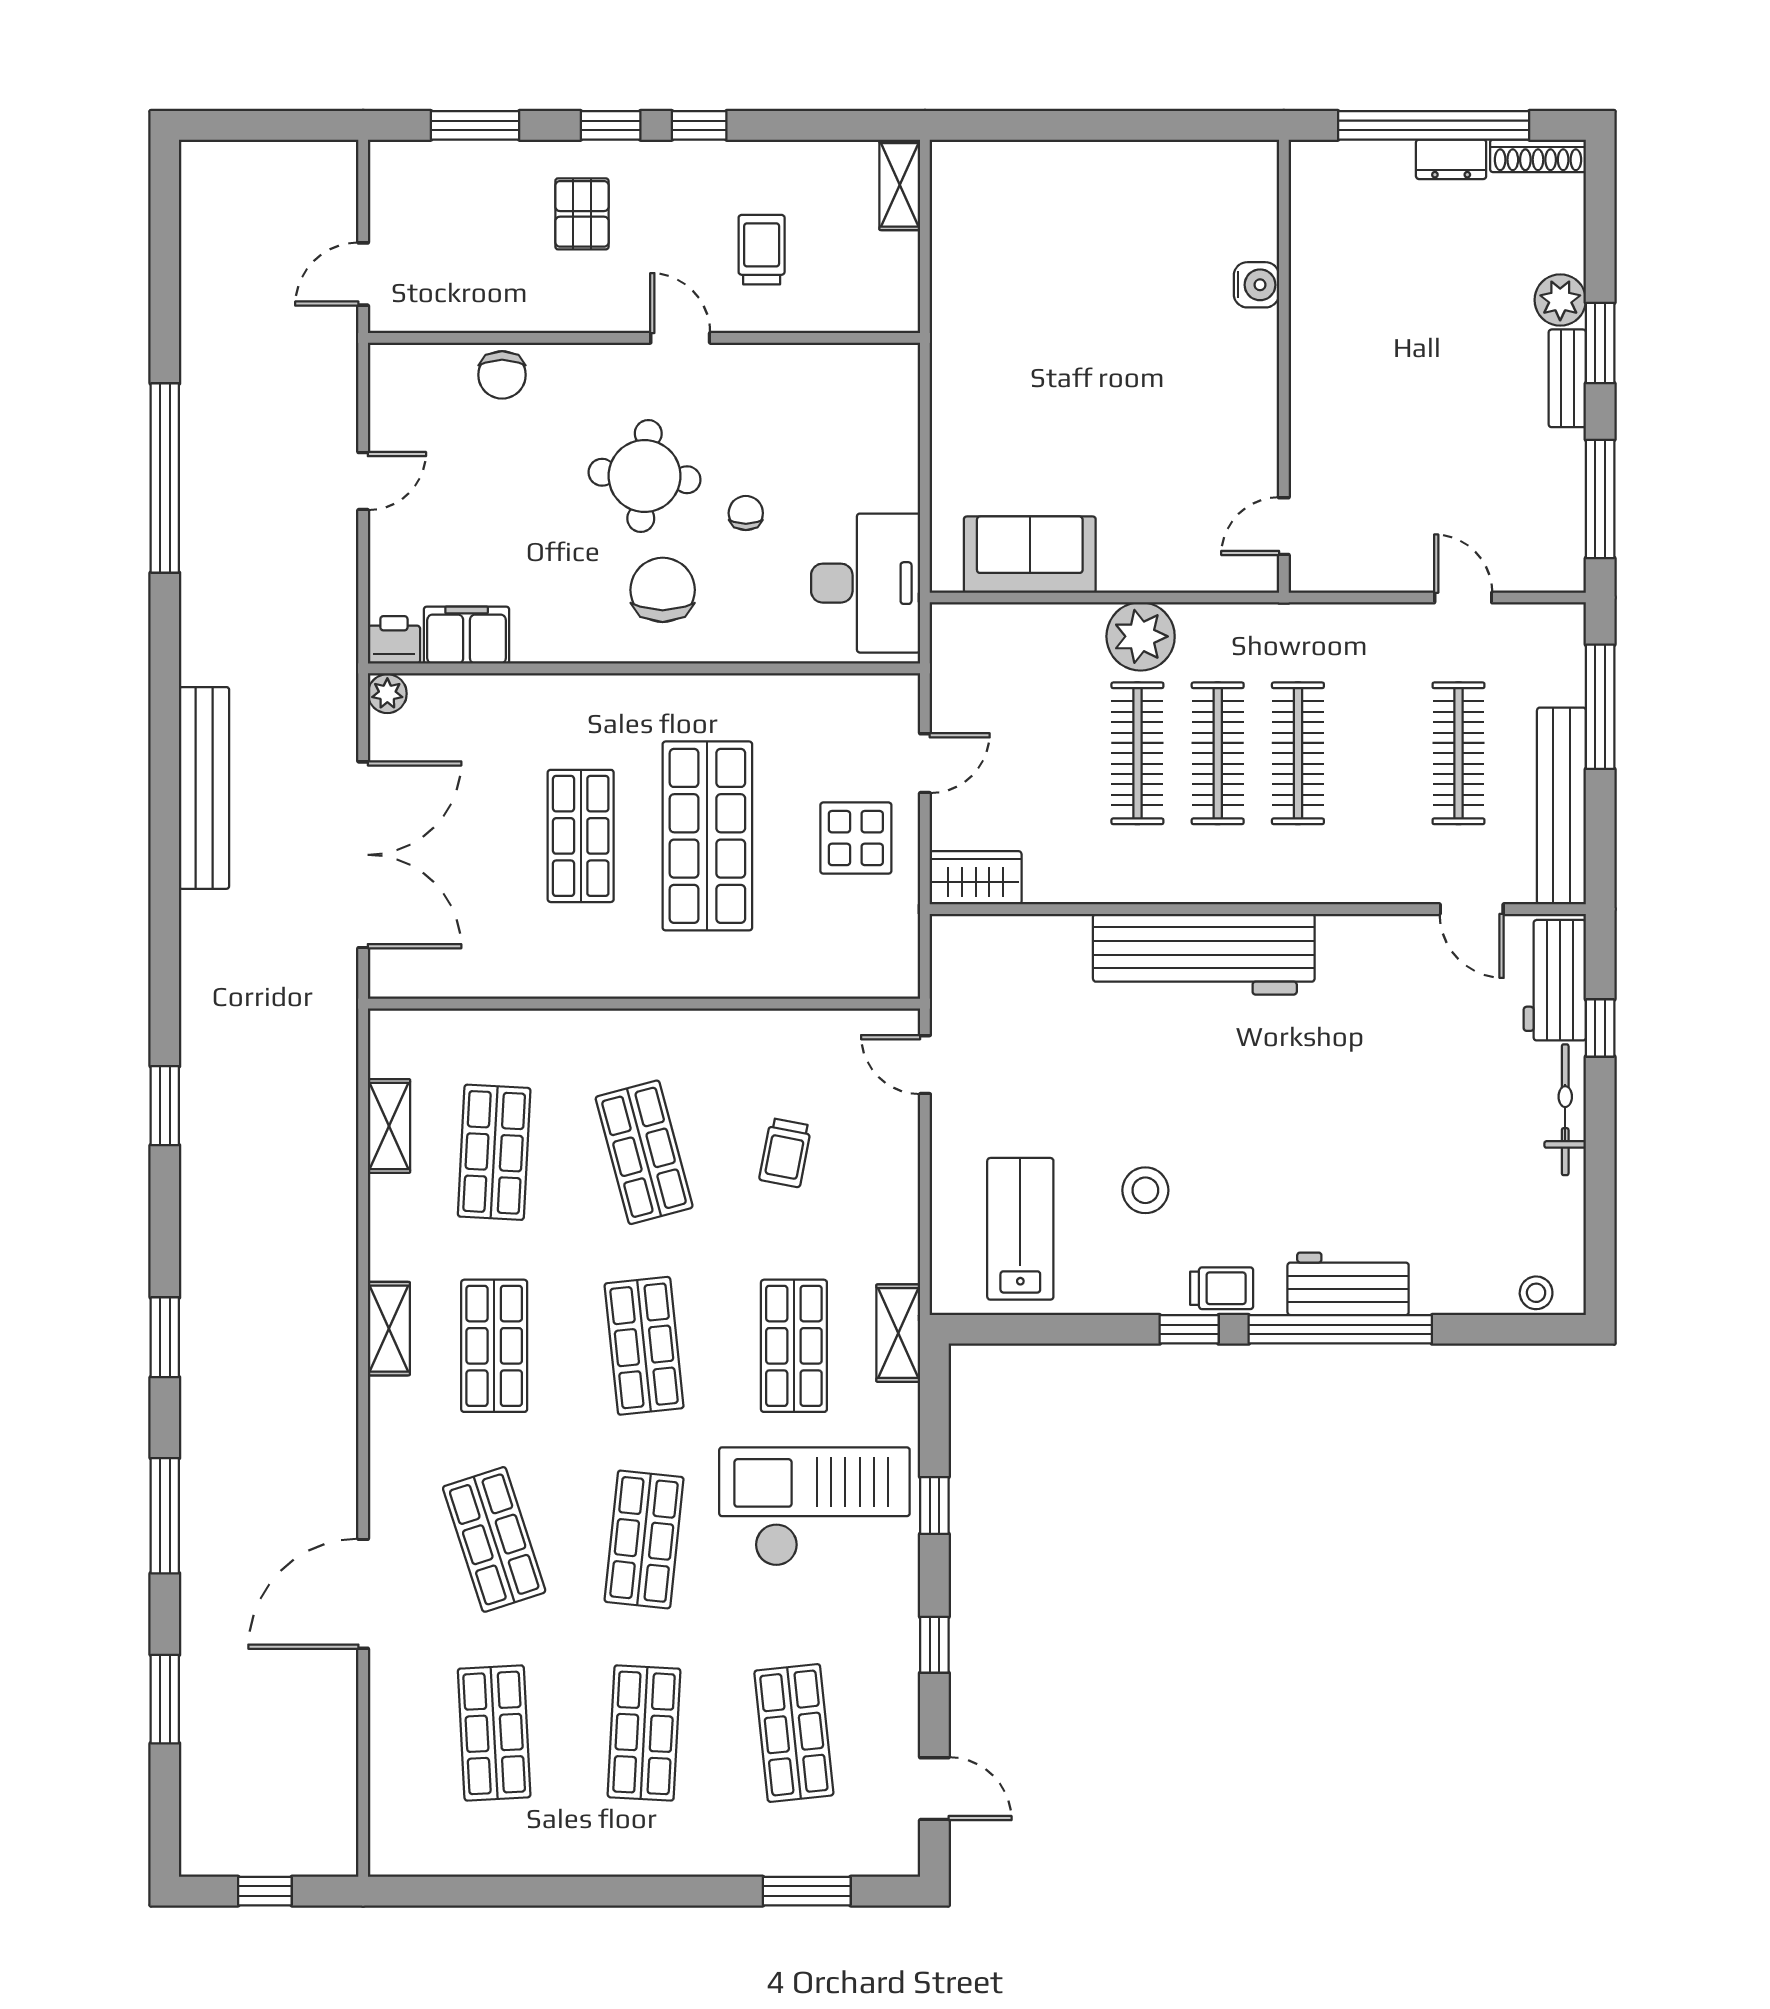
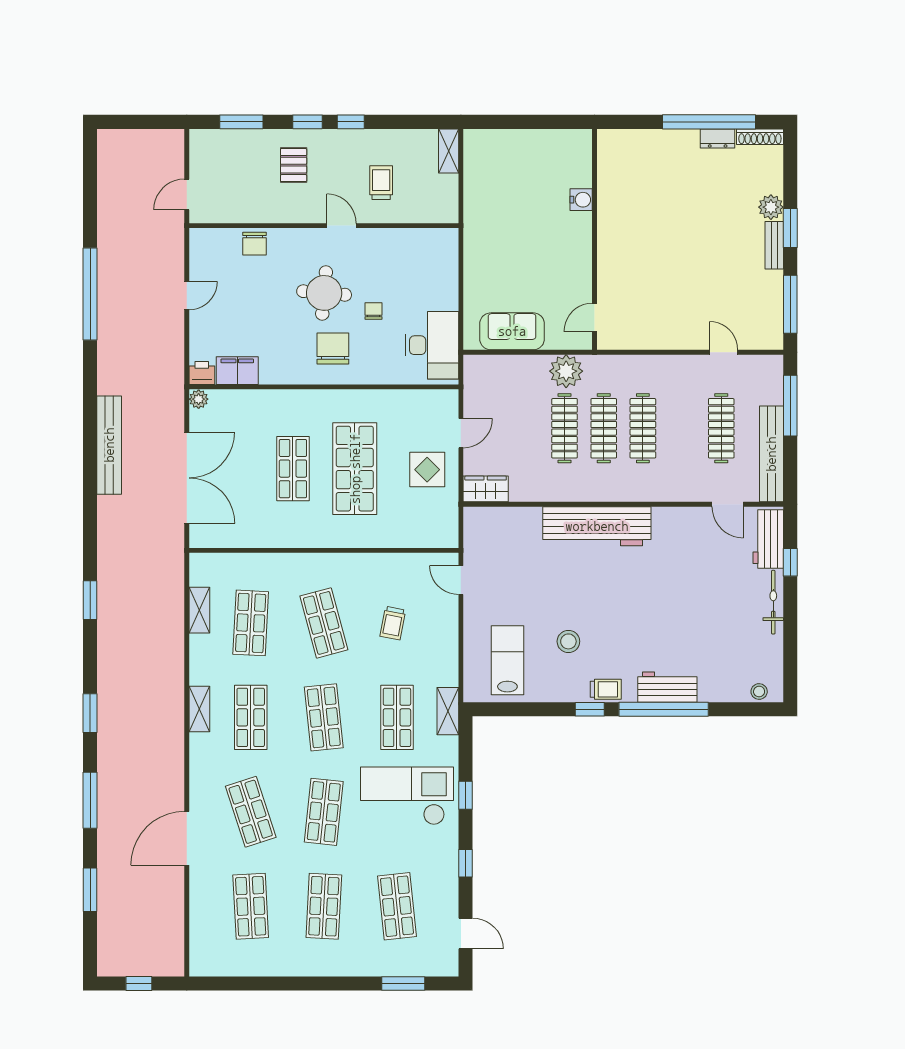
water cooler: (1256, 285) -> (581, 200), moved
wall: (1284, 366) -> (595, 239), moved
door: (1284, 526) -> (595, 317), moved

